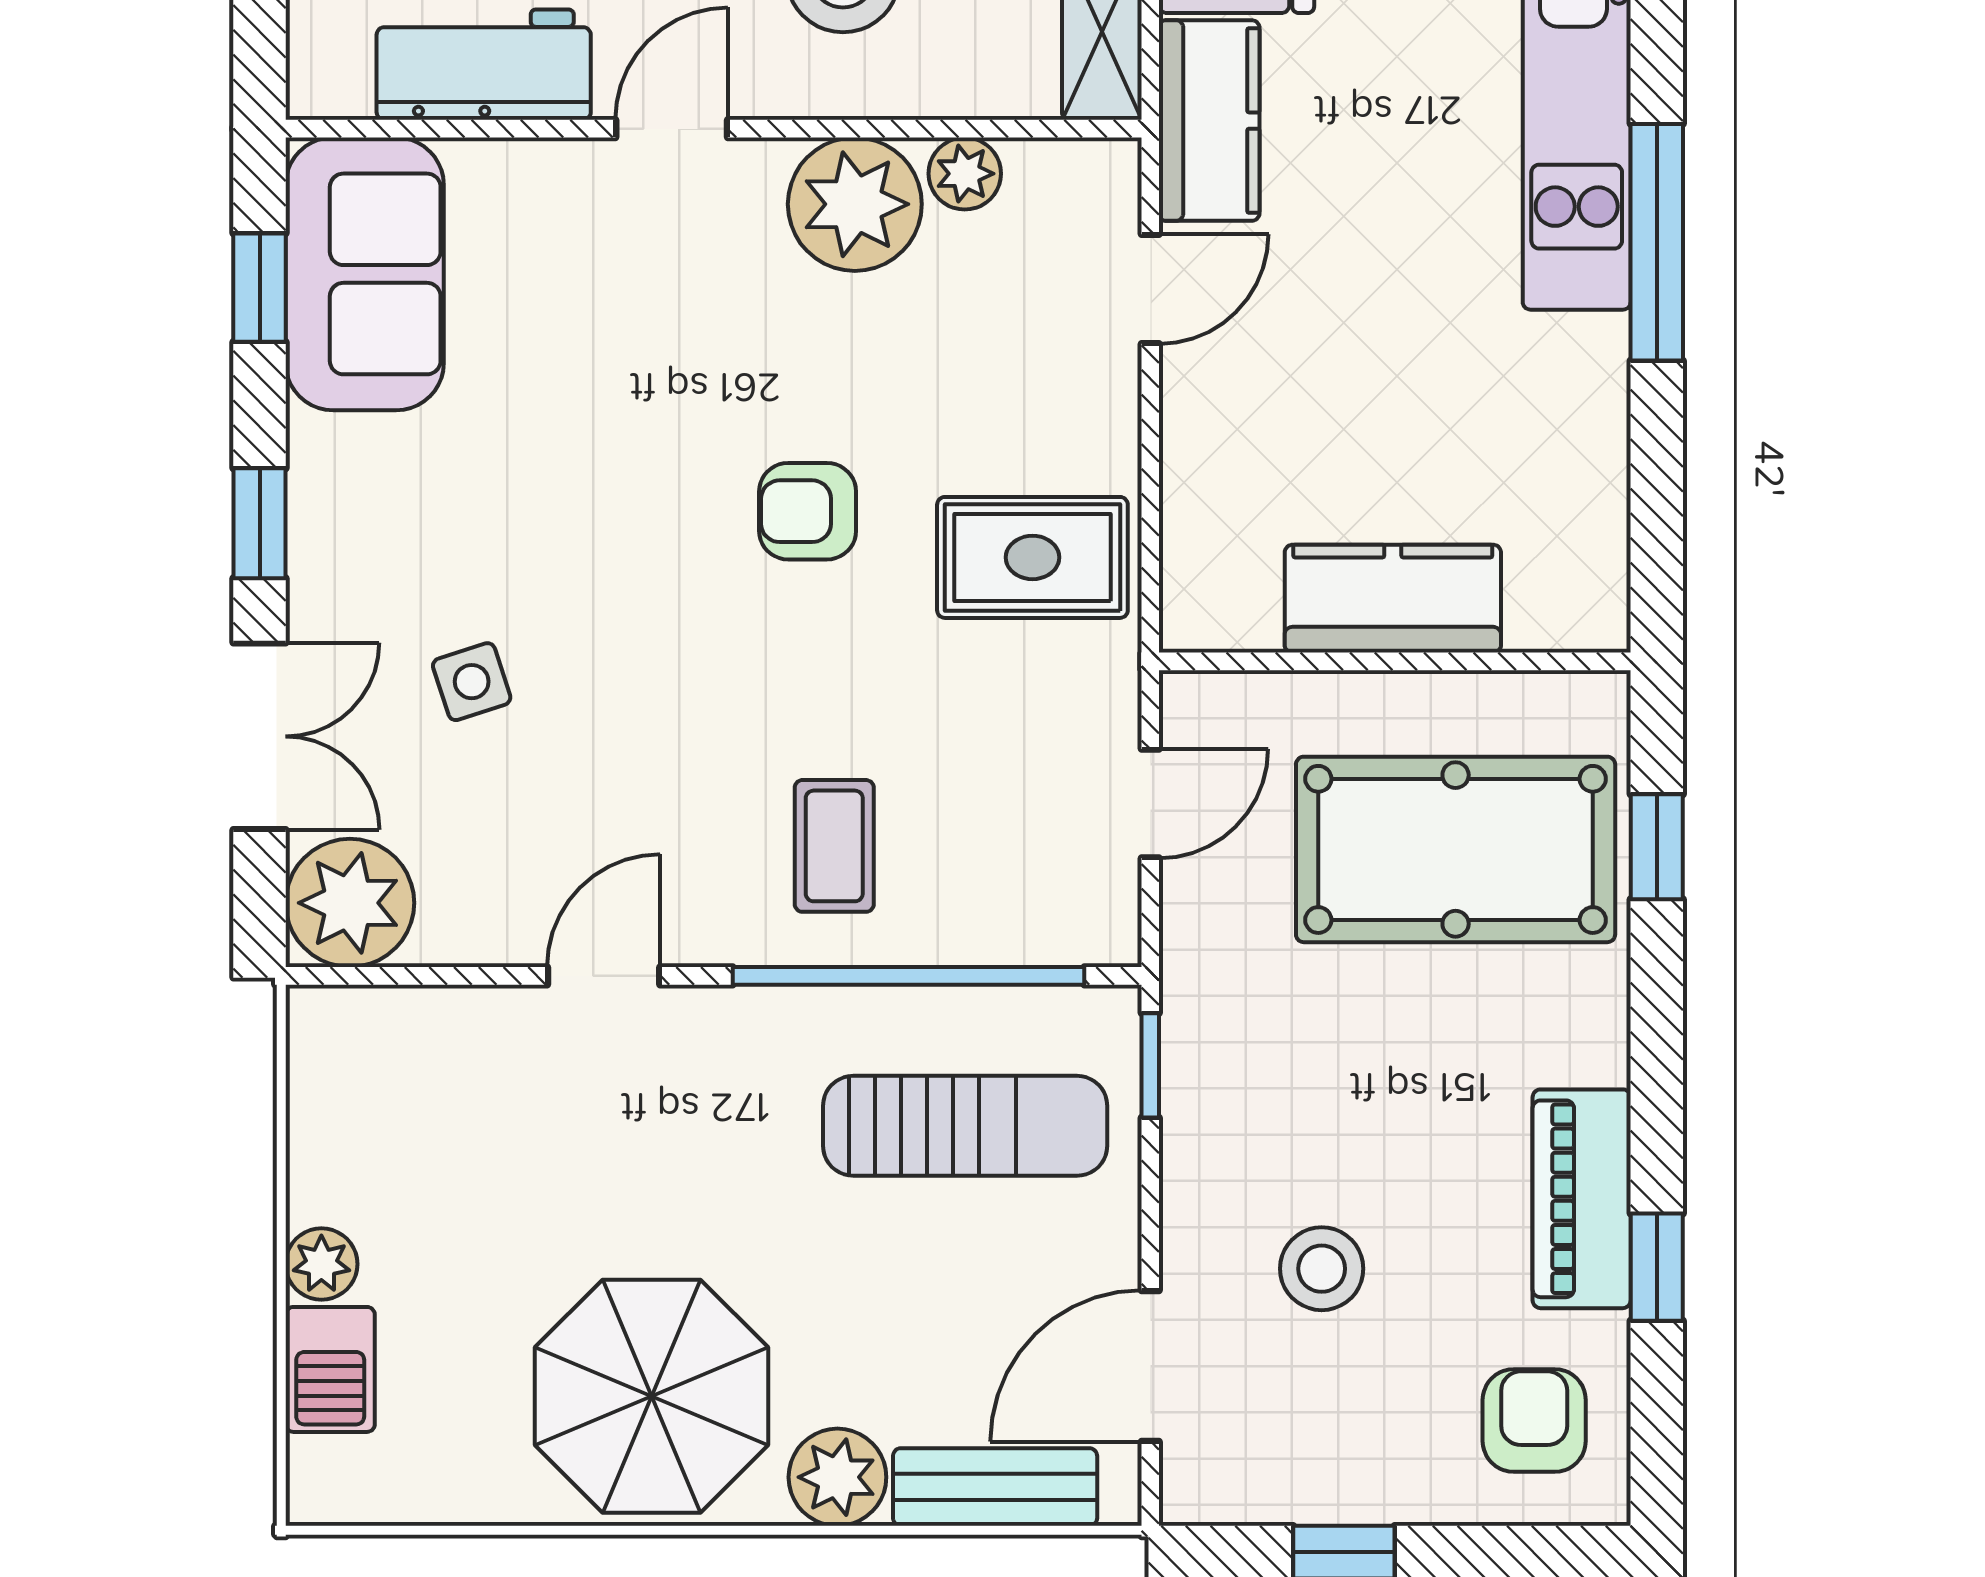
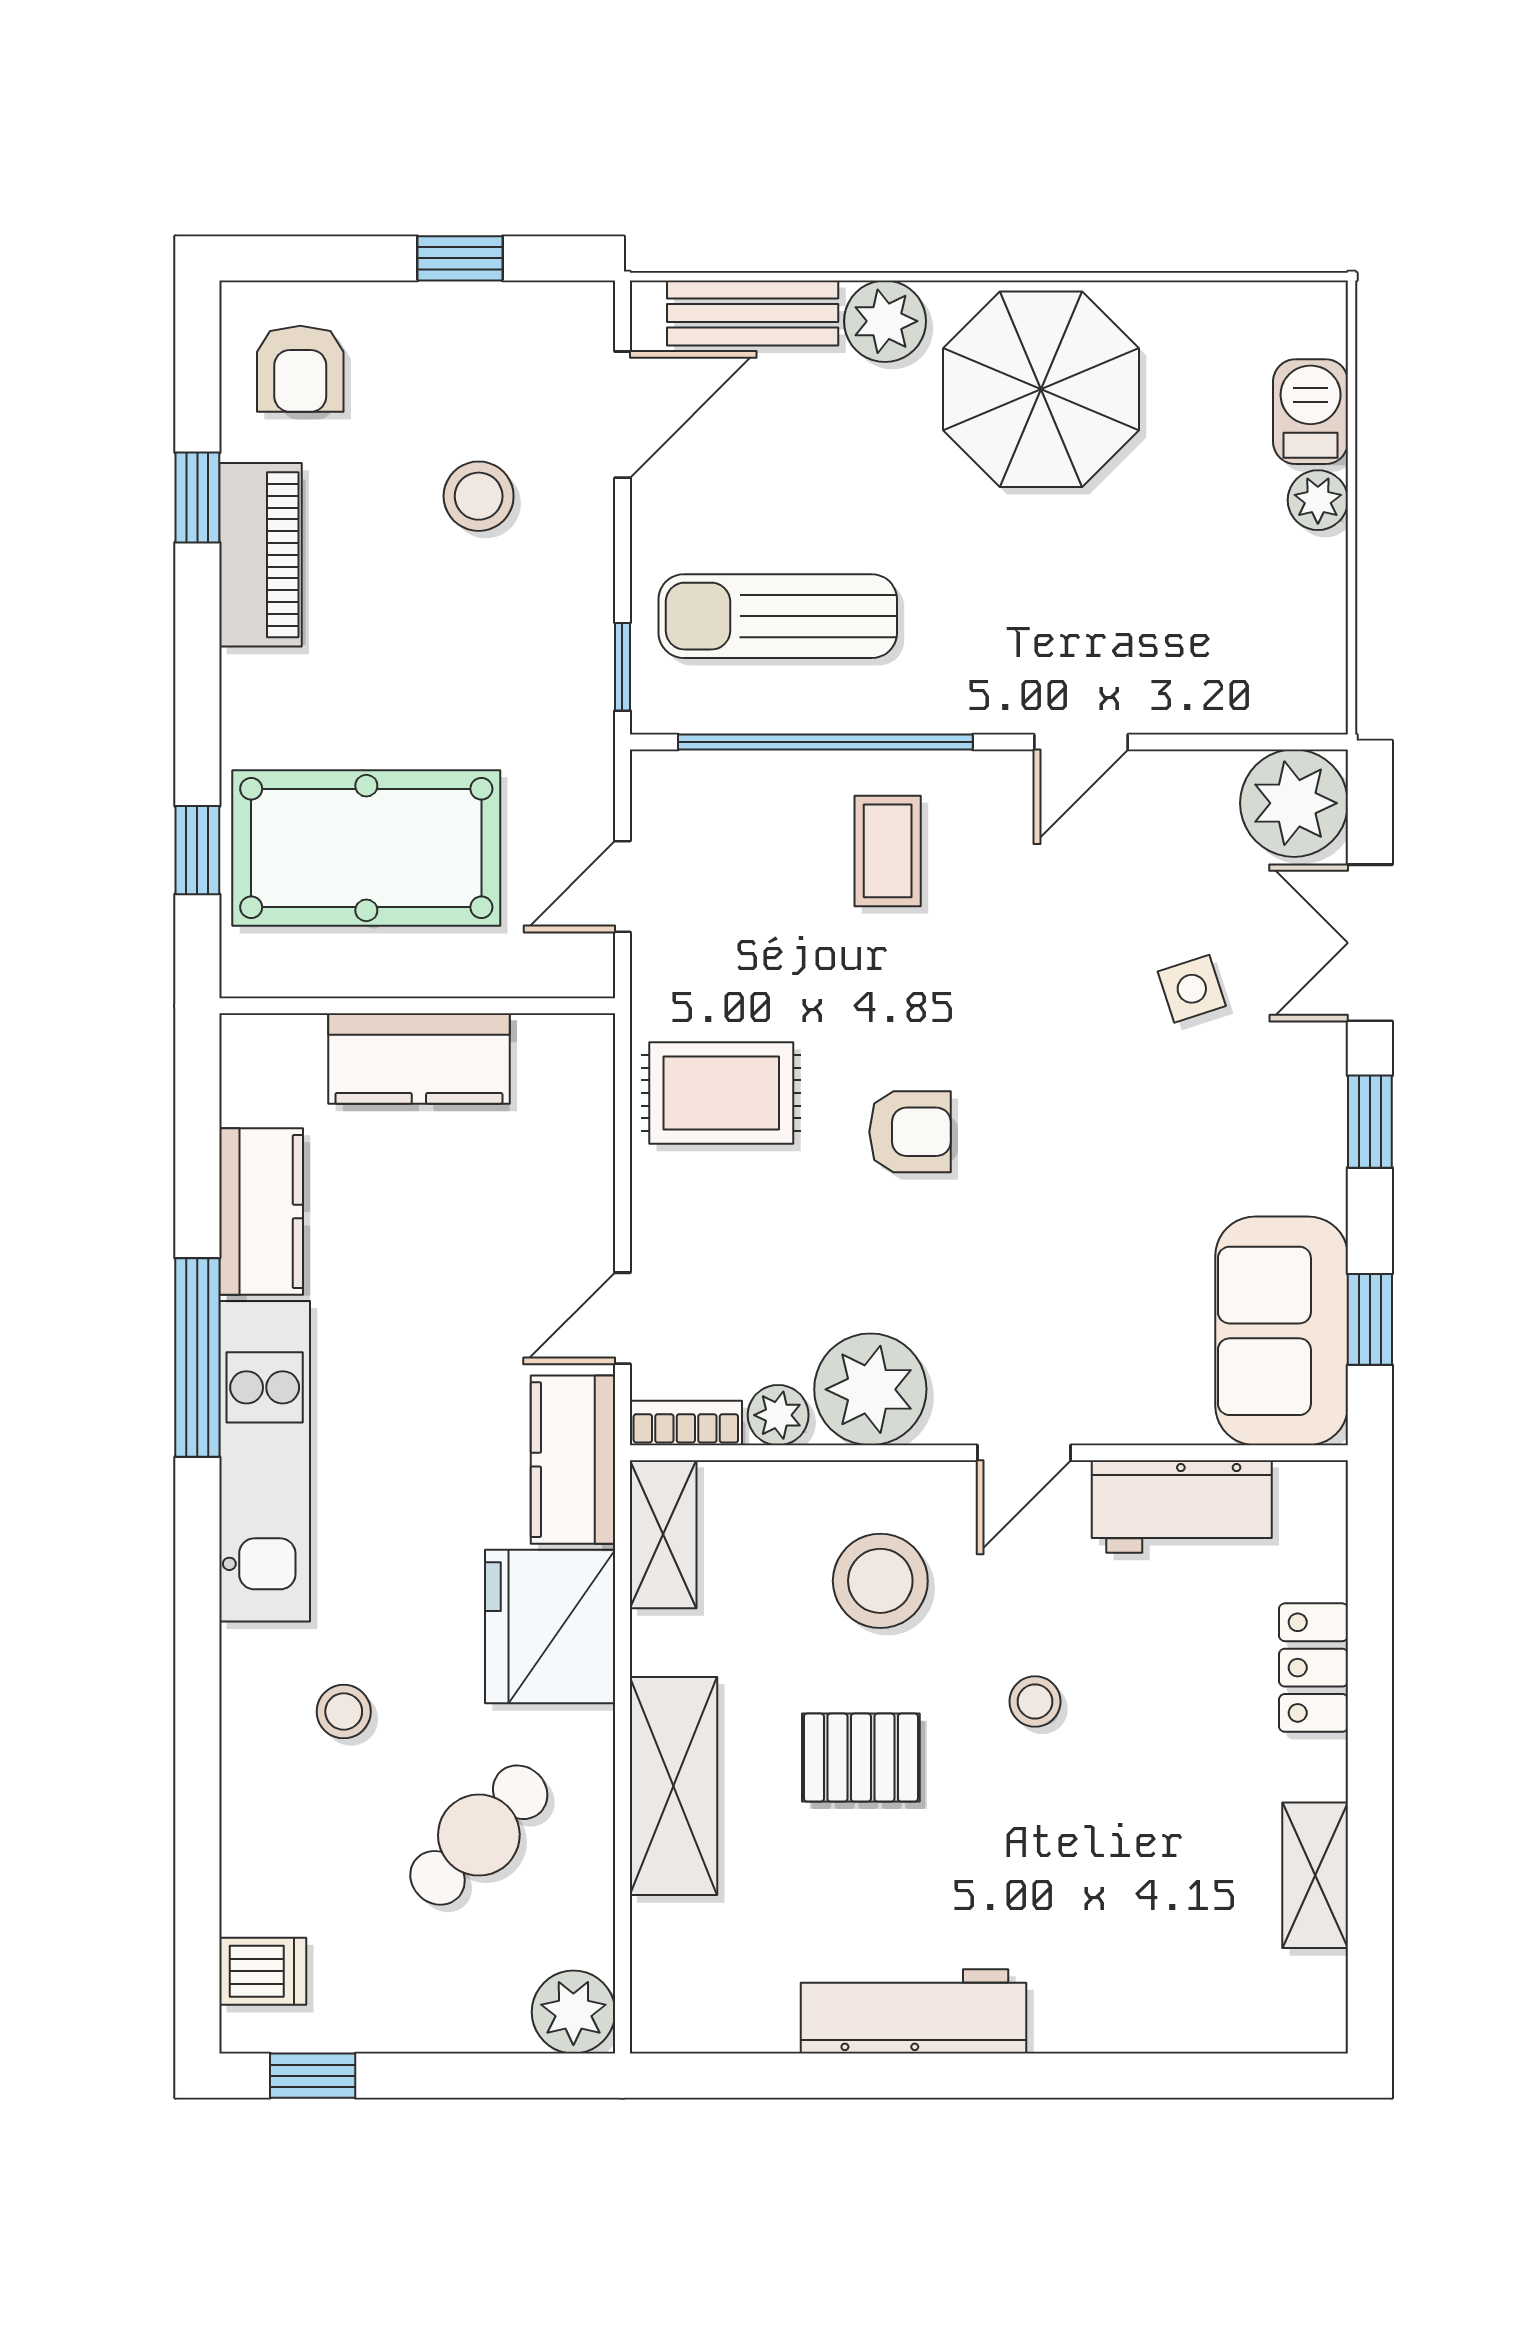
bookcase: (1075, 164) -> (686, 1423), added
kitchen counter: (1581, 416) -> (261, 1212), added

